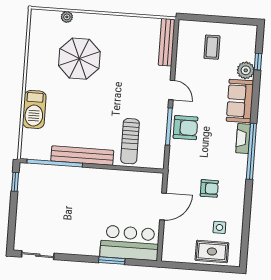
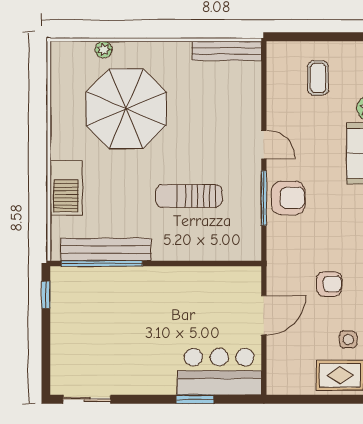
bench: (167, 42) -> (227, 51), moved, turned 90
parasol: (79, 59) -> (126, 109), width x1.36, depth x1.36
sun lounger: (130, 141) -> (189, 196), moved, turned 90
bench: (82, 156) -> (106, 250), moved

